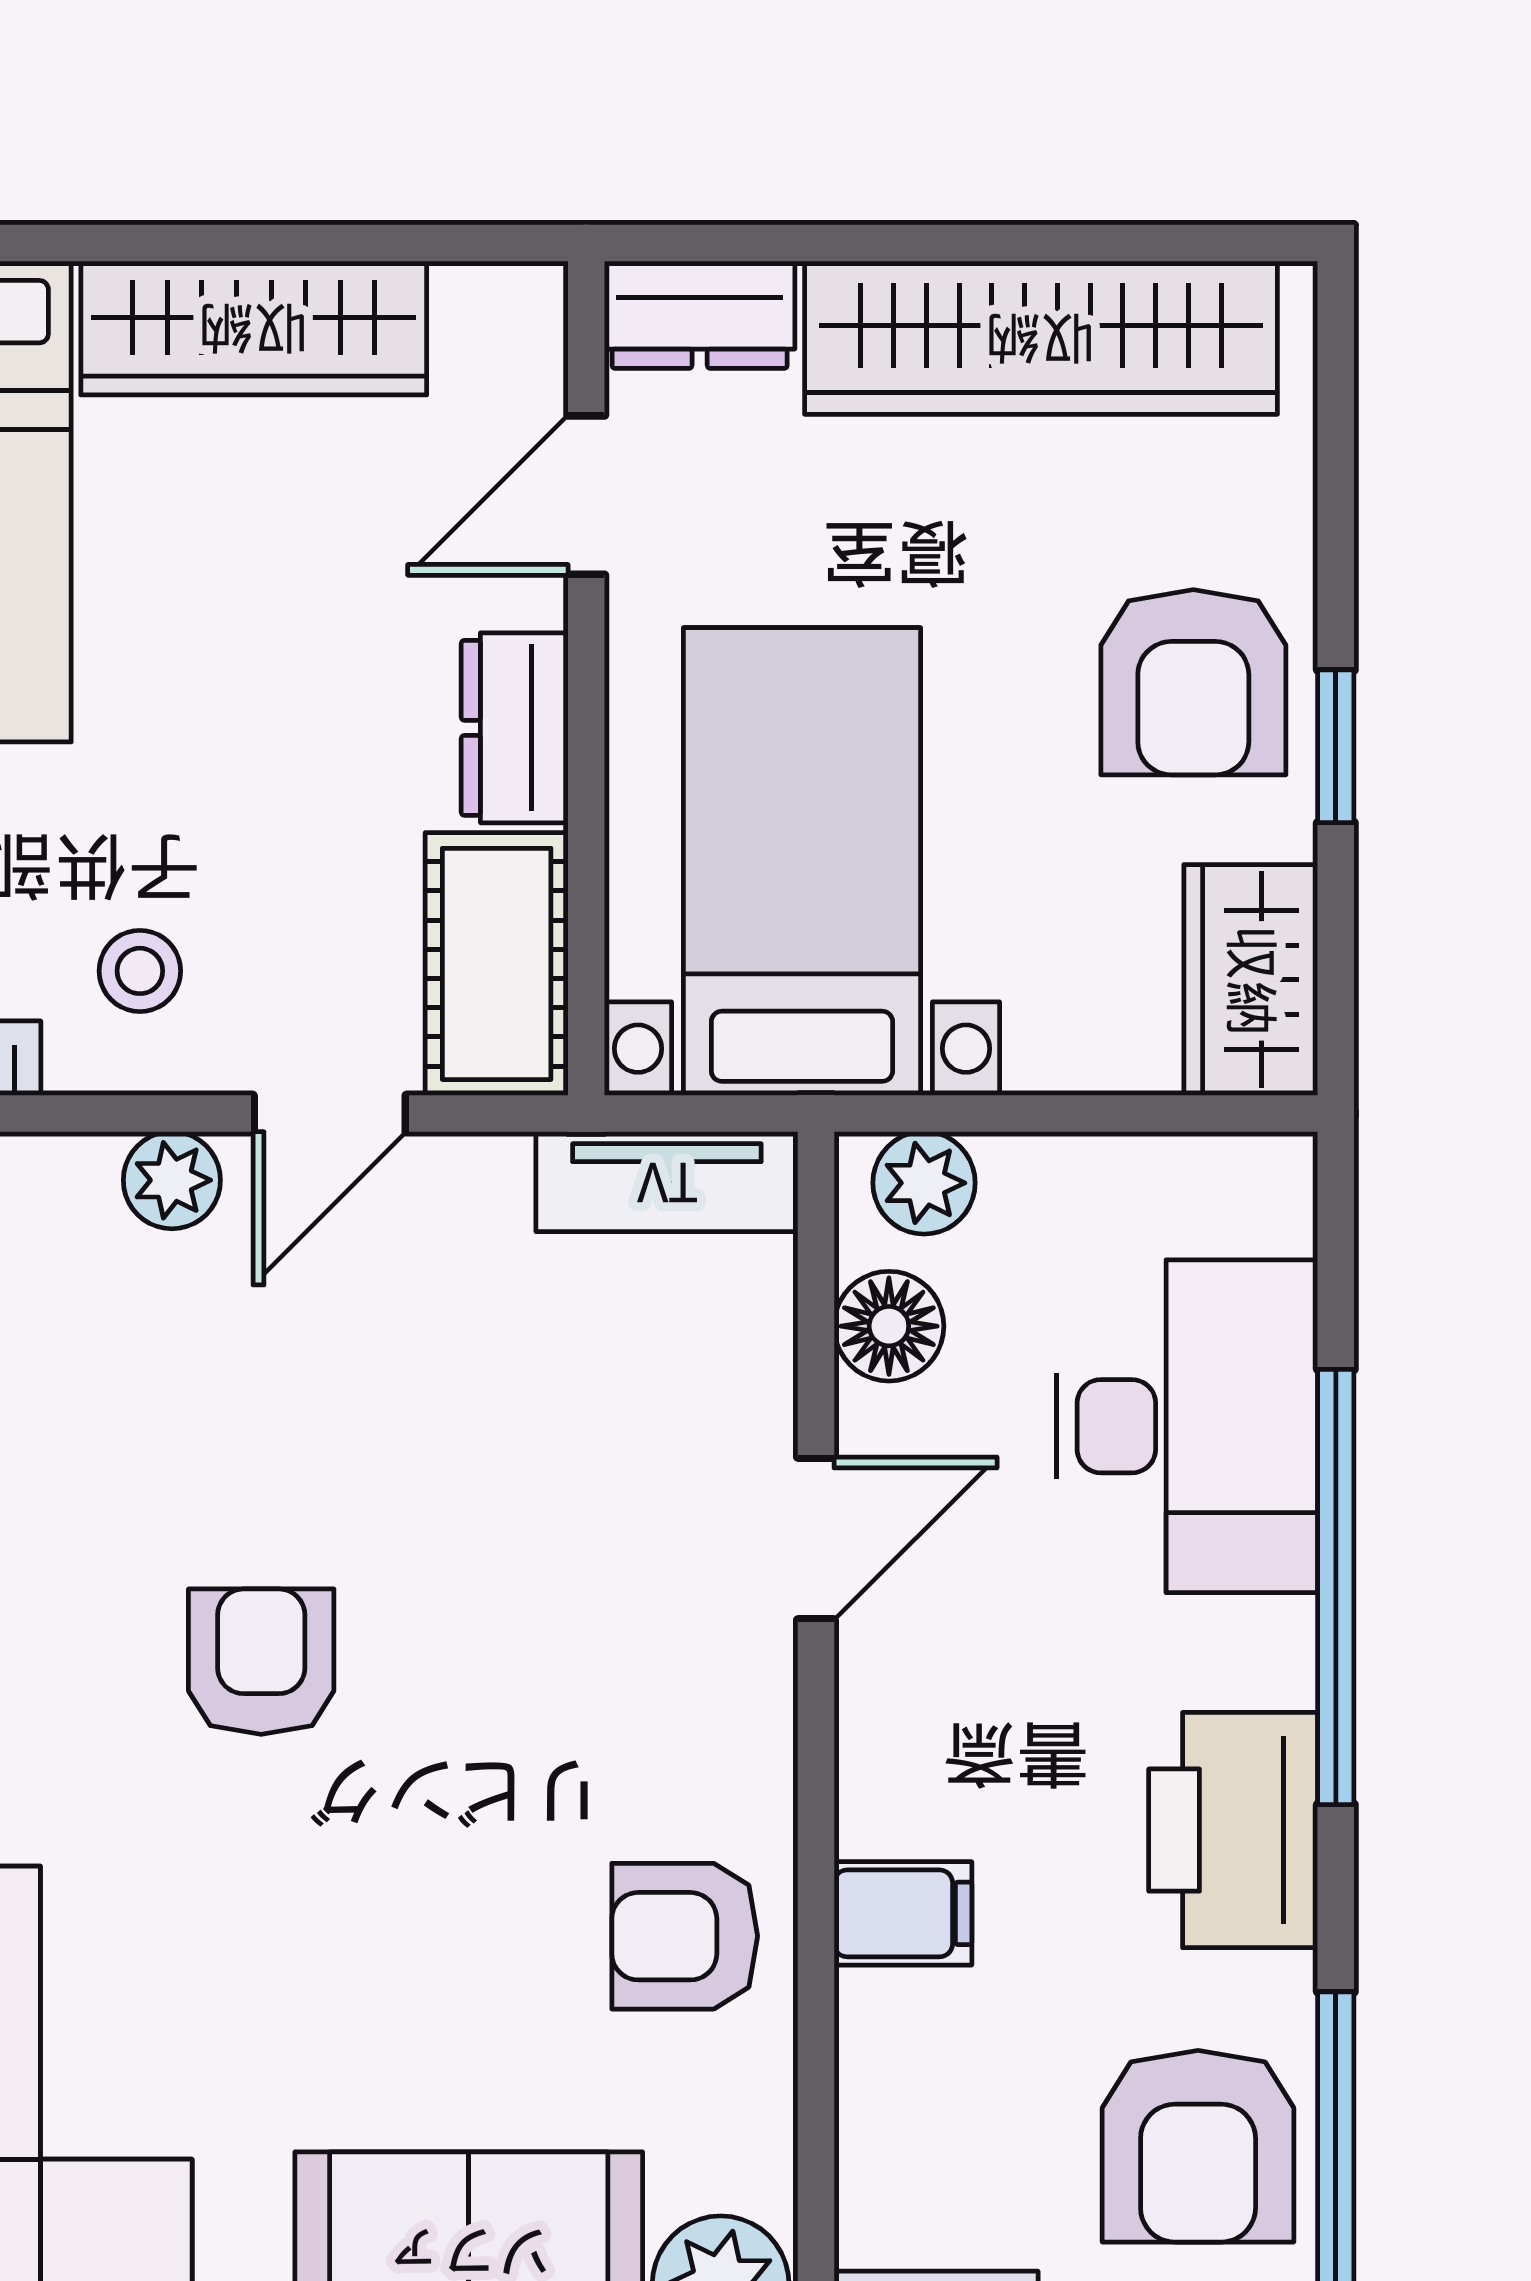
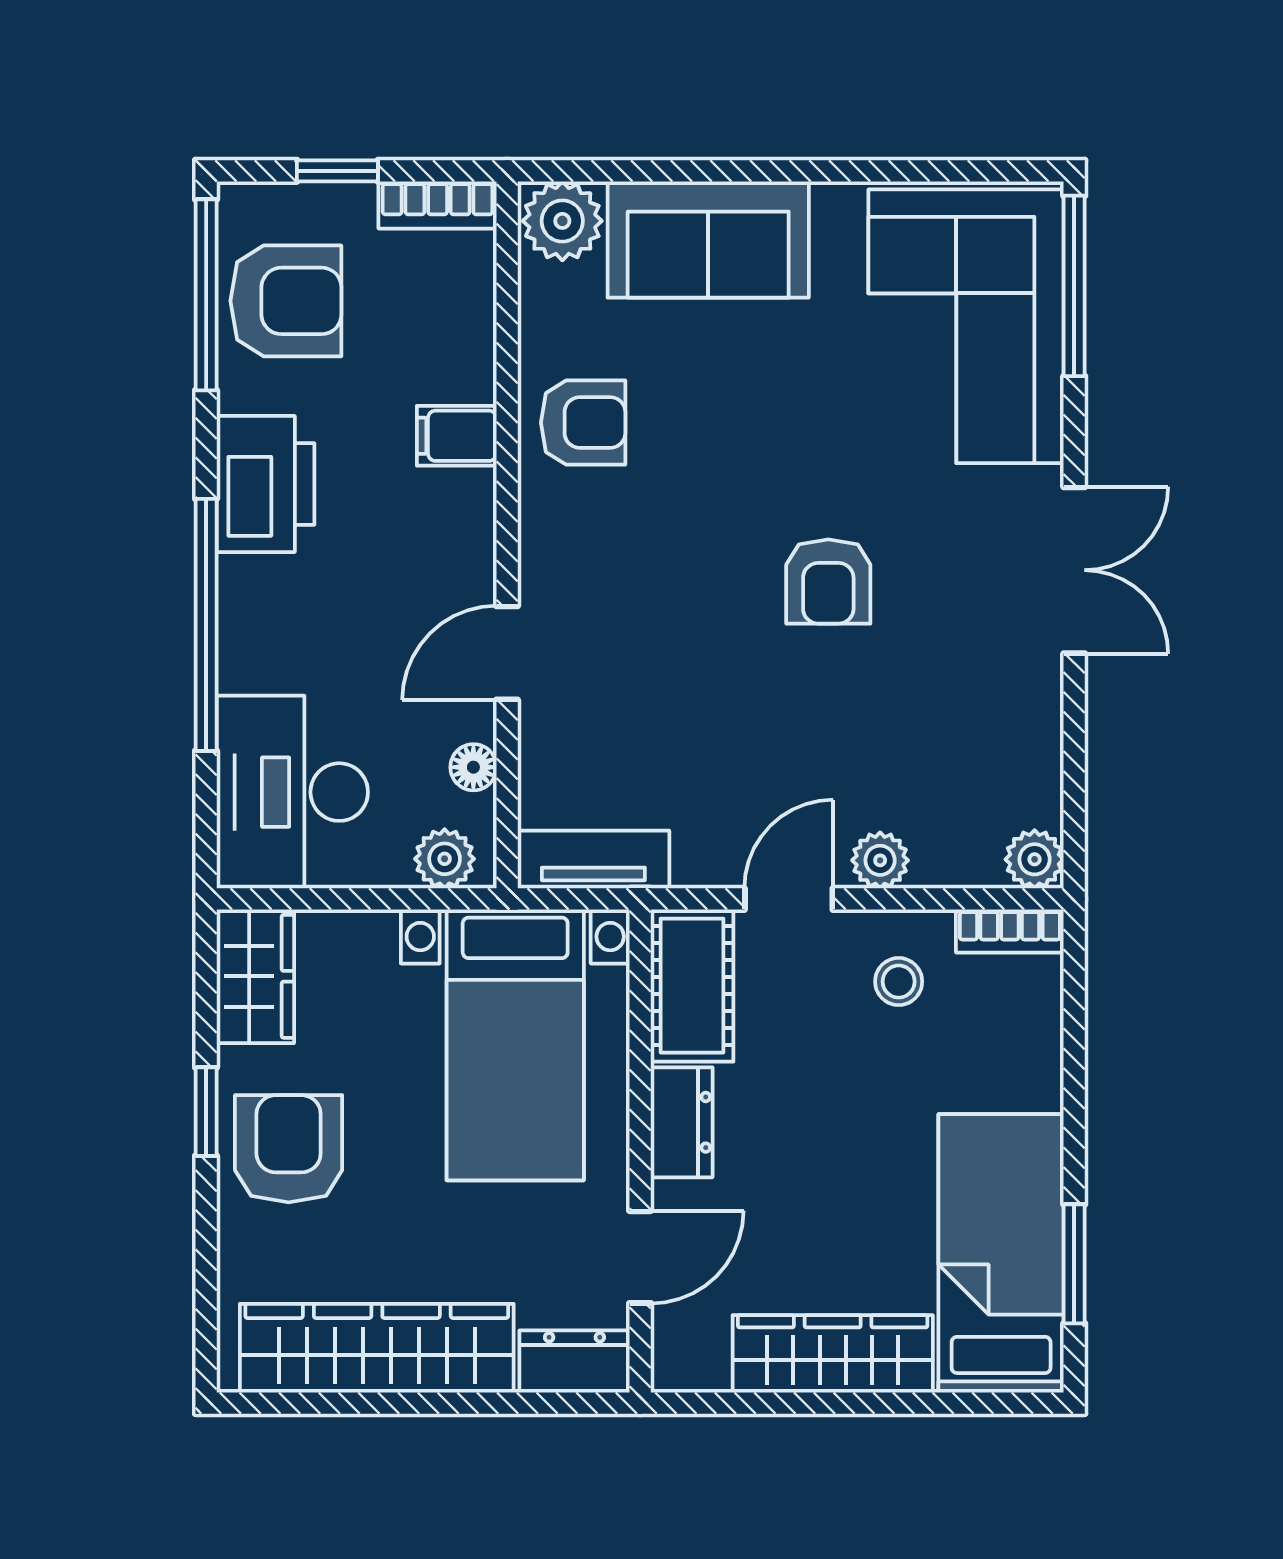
floor lamp: (889, 1326) -> (473, 767), width x0.73, depth x0.73
desk: (1187, 1426) -> (292, 792), moved
armchair: (1198, 2146) -> (286, 301), turned 90

